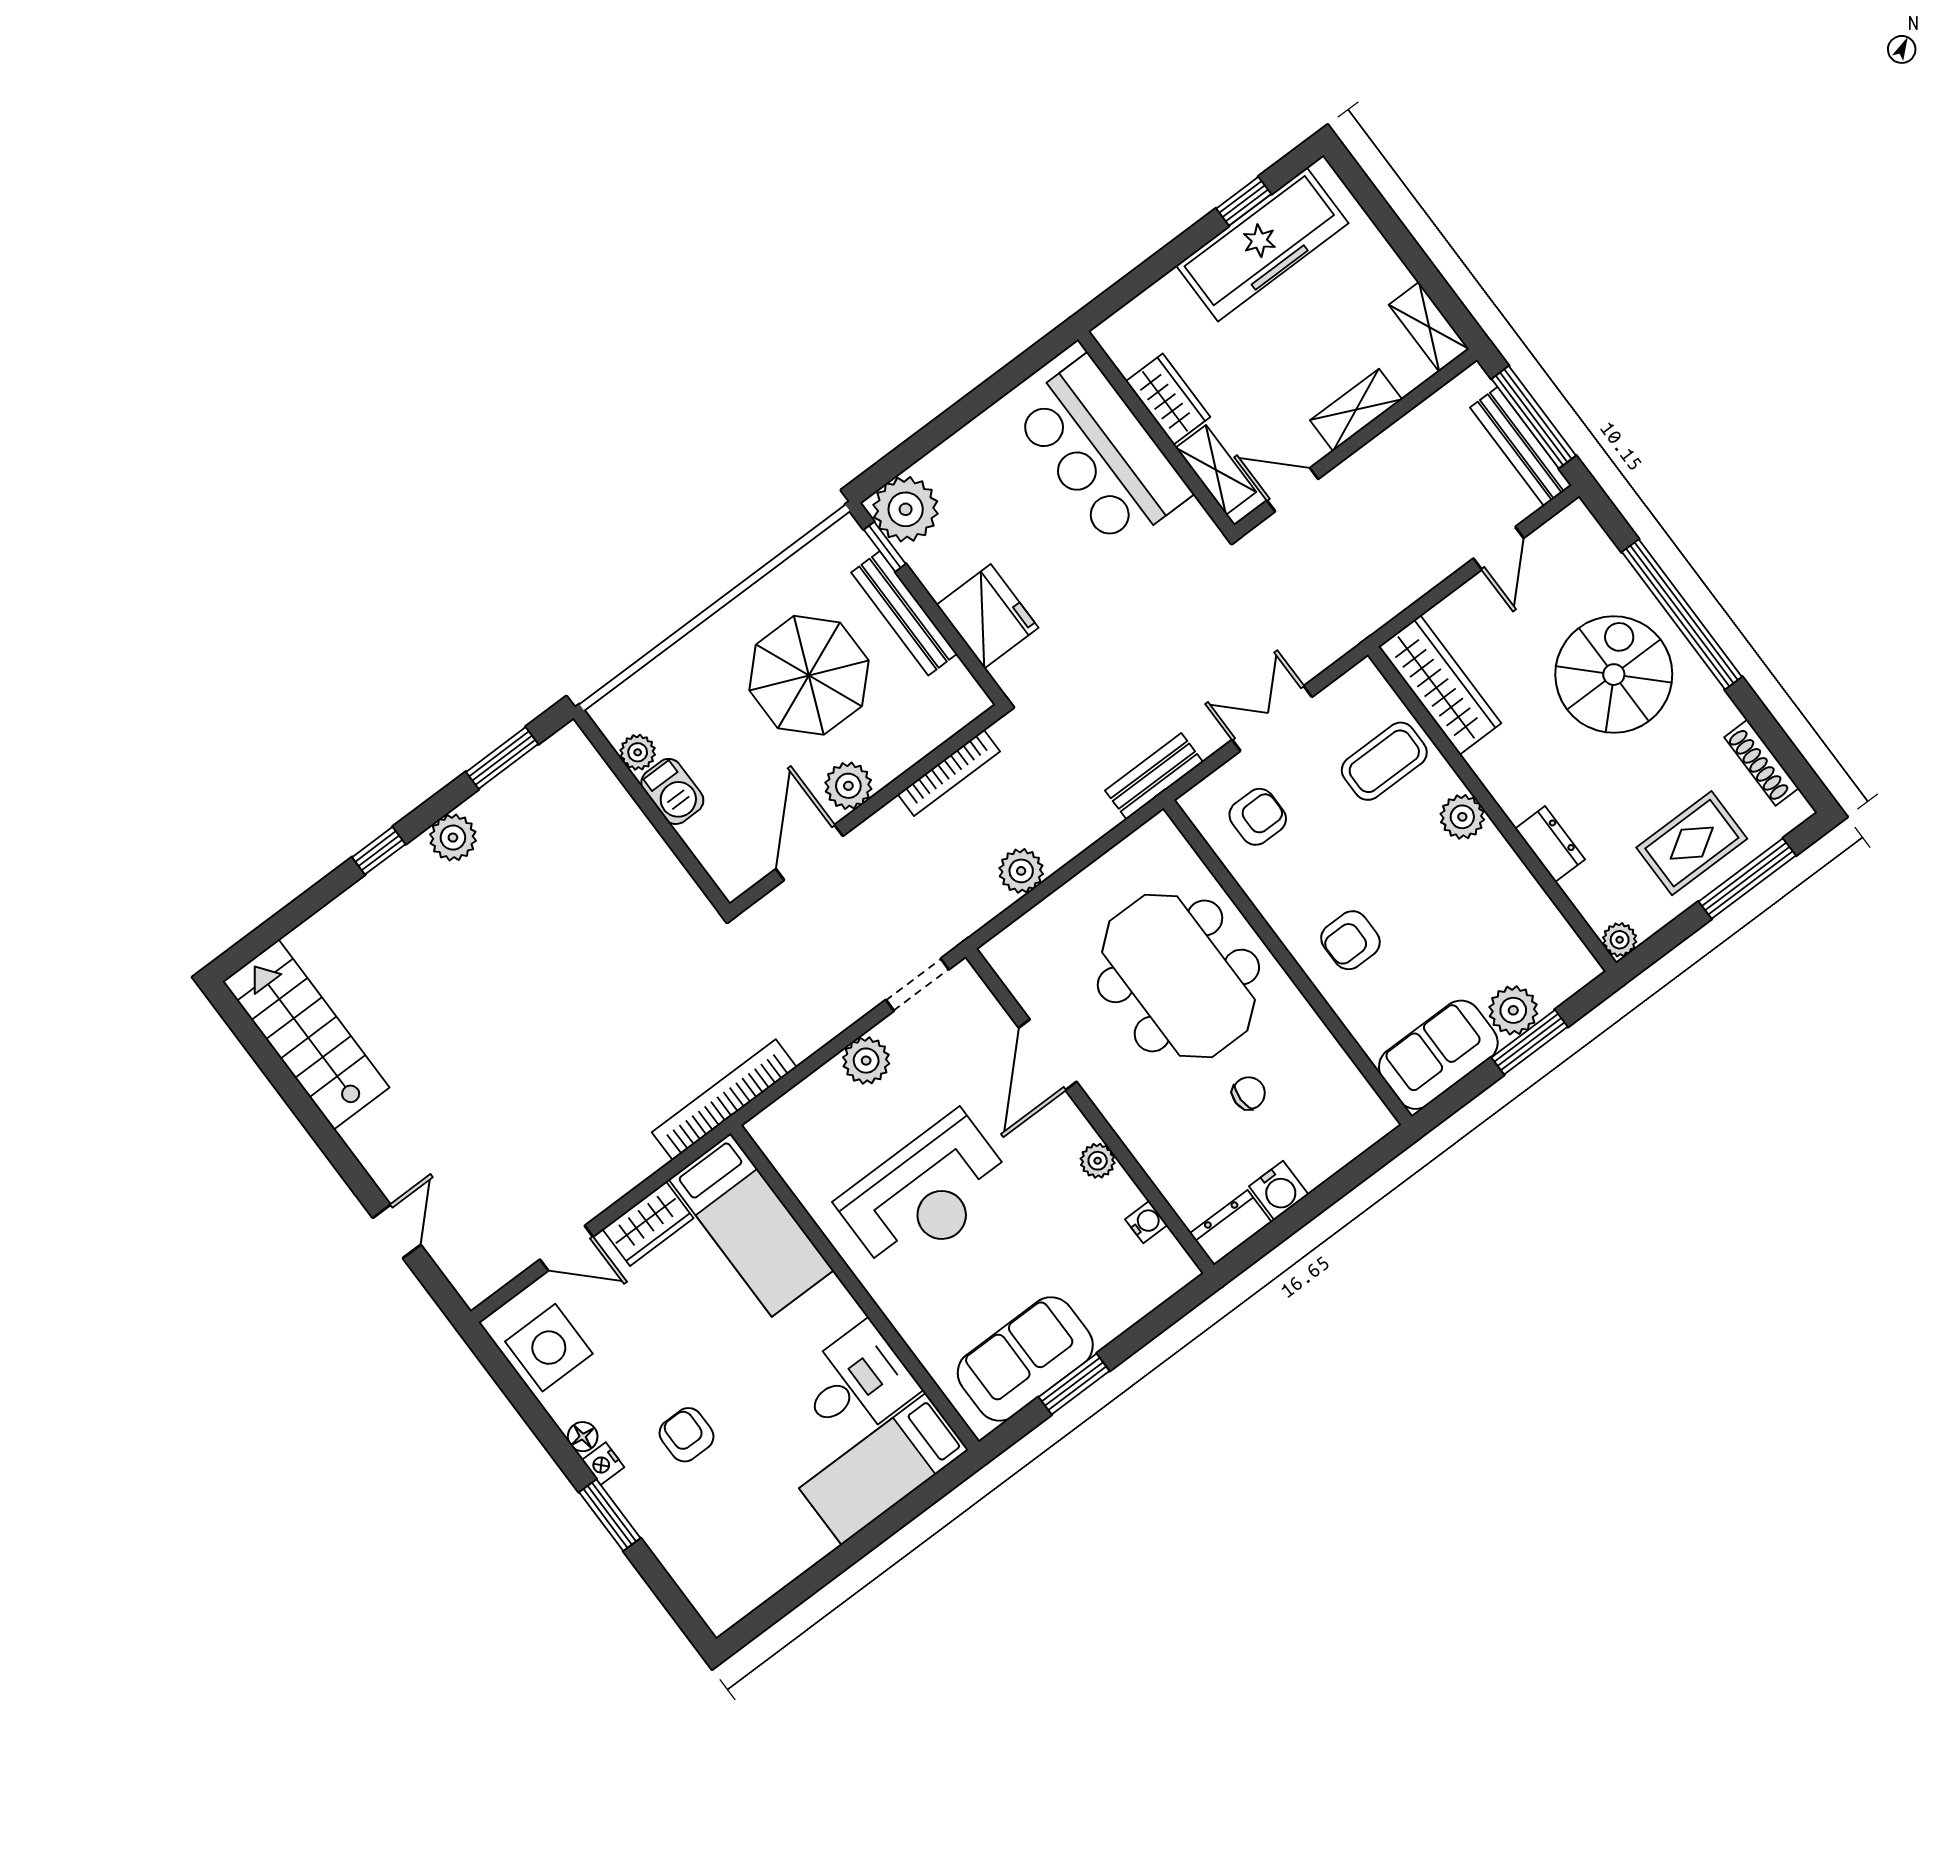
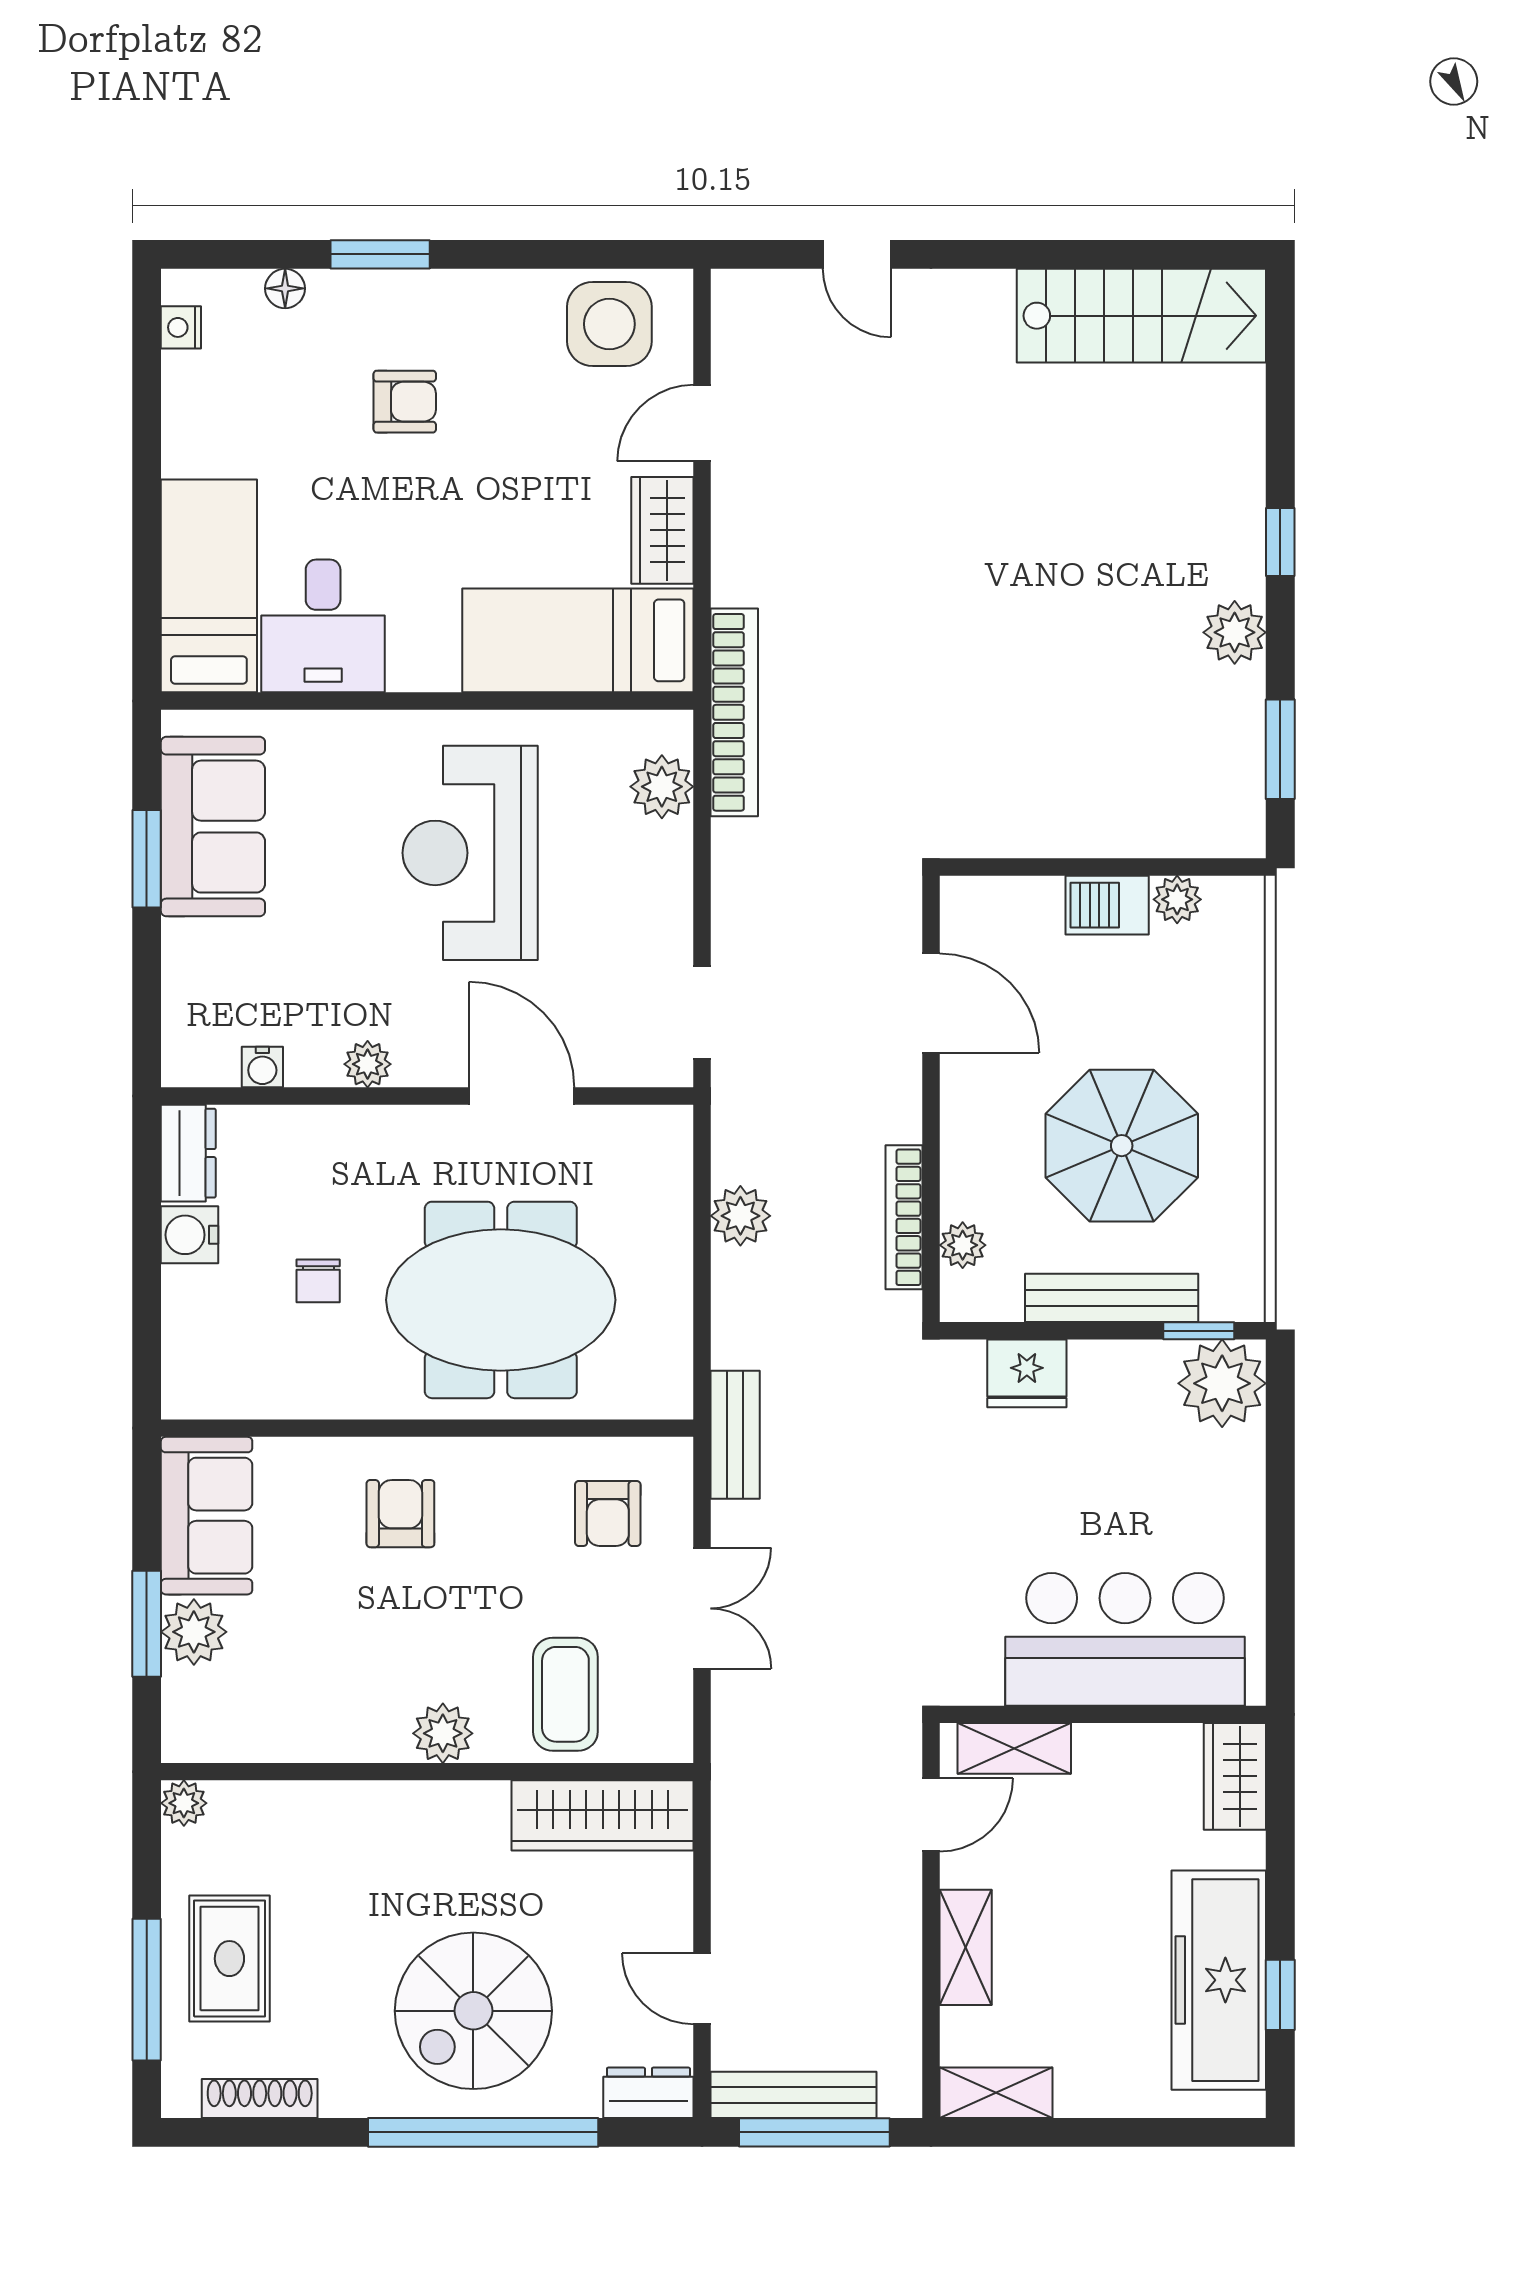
wardrobe: (1168, 399) -> (1235, 1776), moved, turned 90
fridge: (987, 616) -> (1027, 1373), width x0.73, depth x0.75
spiral stairs: (1614, 675) -> (473, 2011), turned 90
plant: (848, 786) -> (963, 1245), moved, width x0.73, depth x0.73
dresser: (1550, 844) -> (648, 2093), moved, turned 180
plant: (866, 1061) -> (662, 787), moved
floor lamp: (583, 1437) -> (285, 288), moved
nightstand: (603, 1464) -> (181, 327), moved, turned -90

